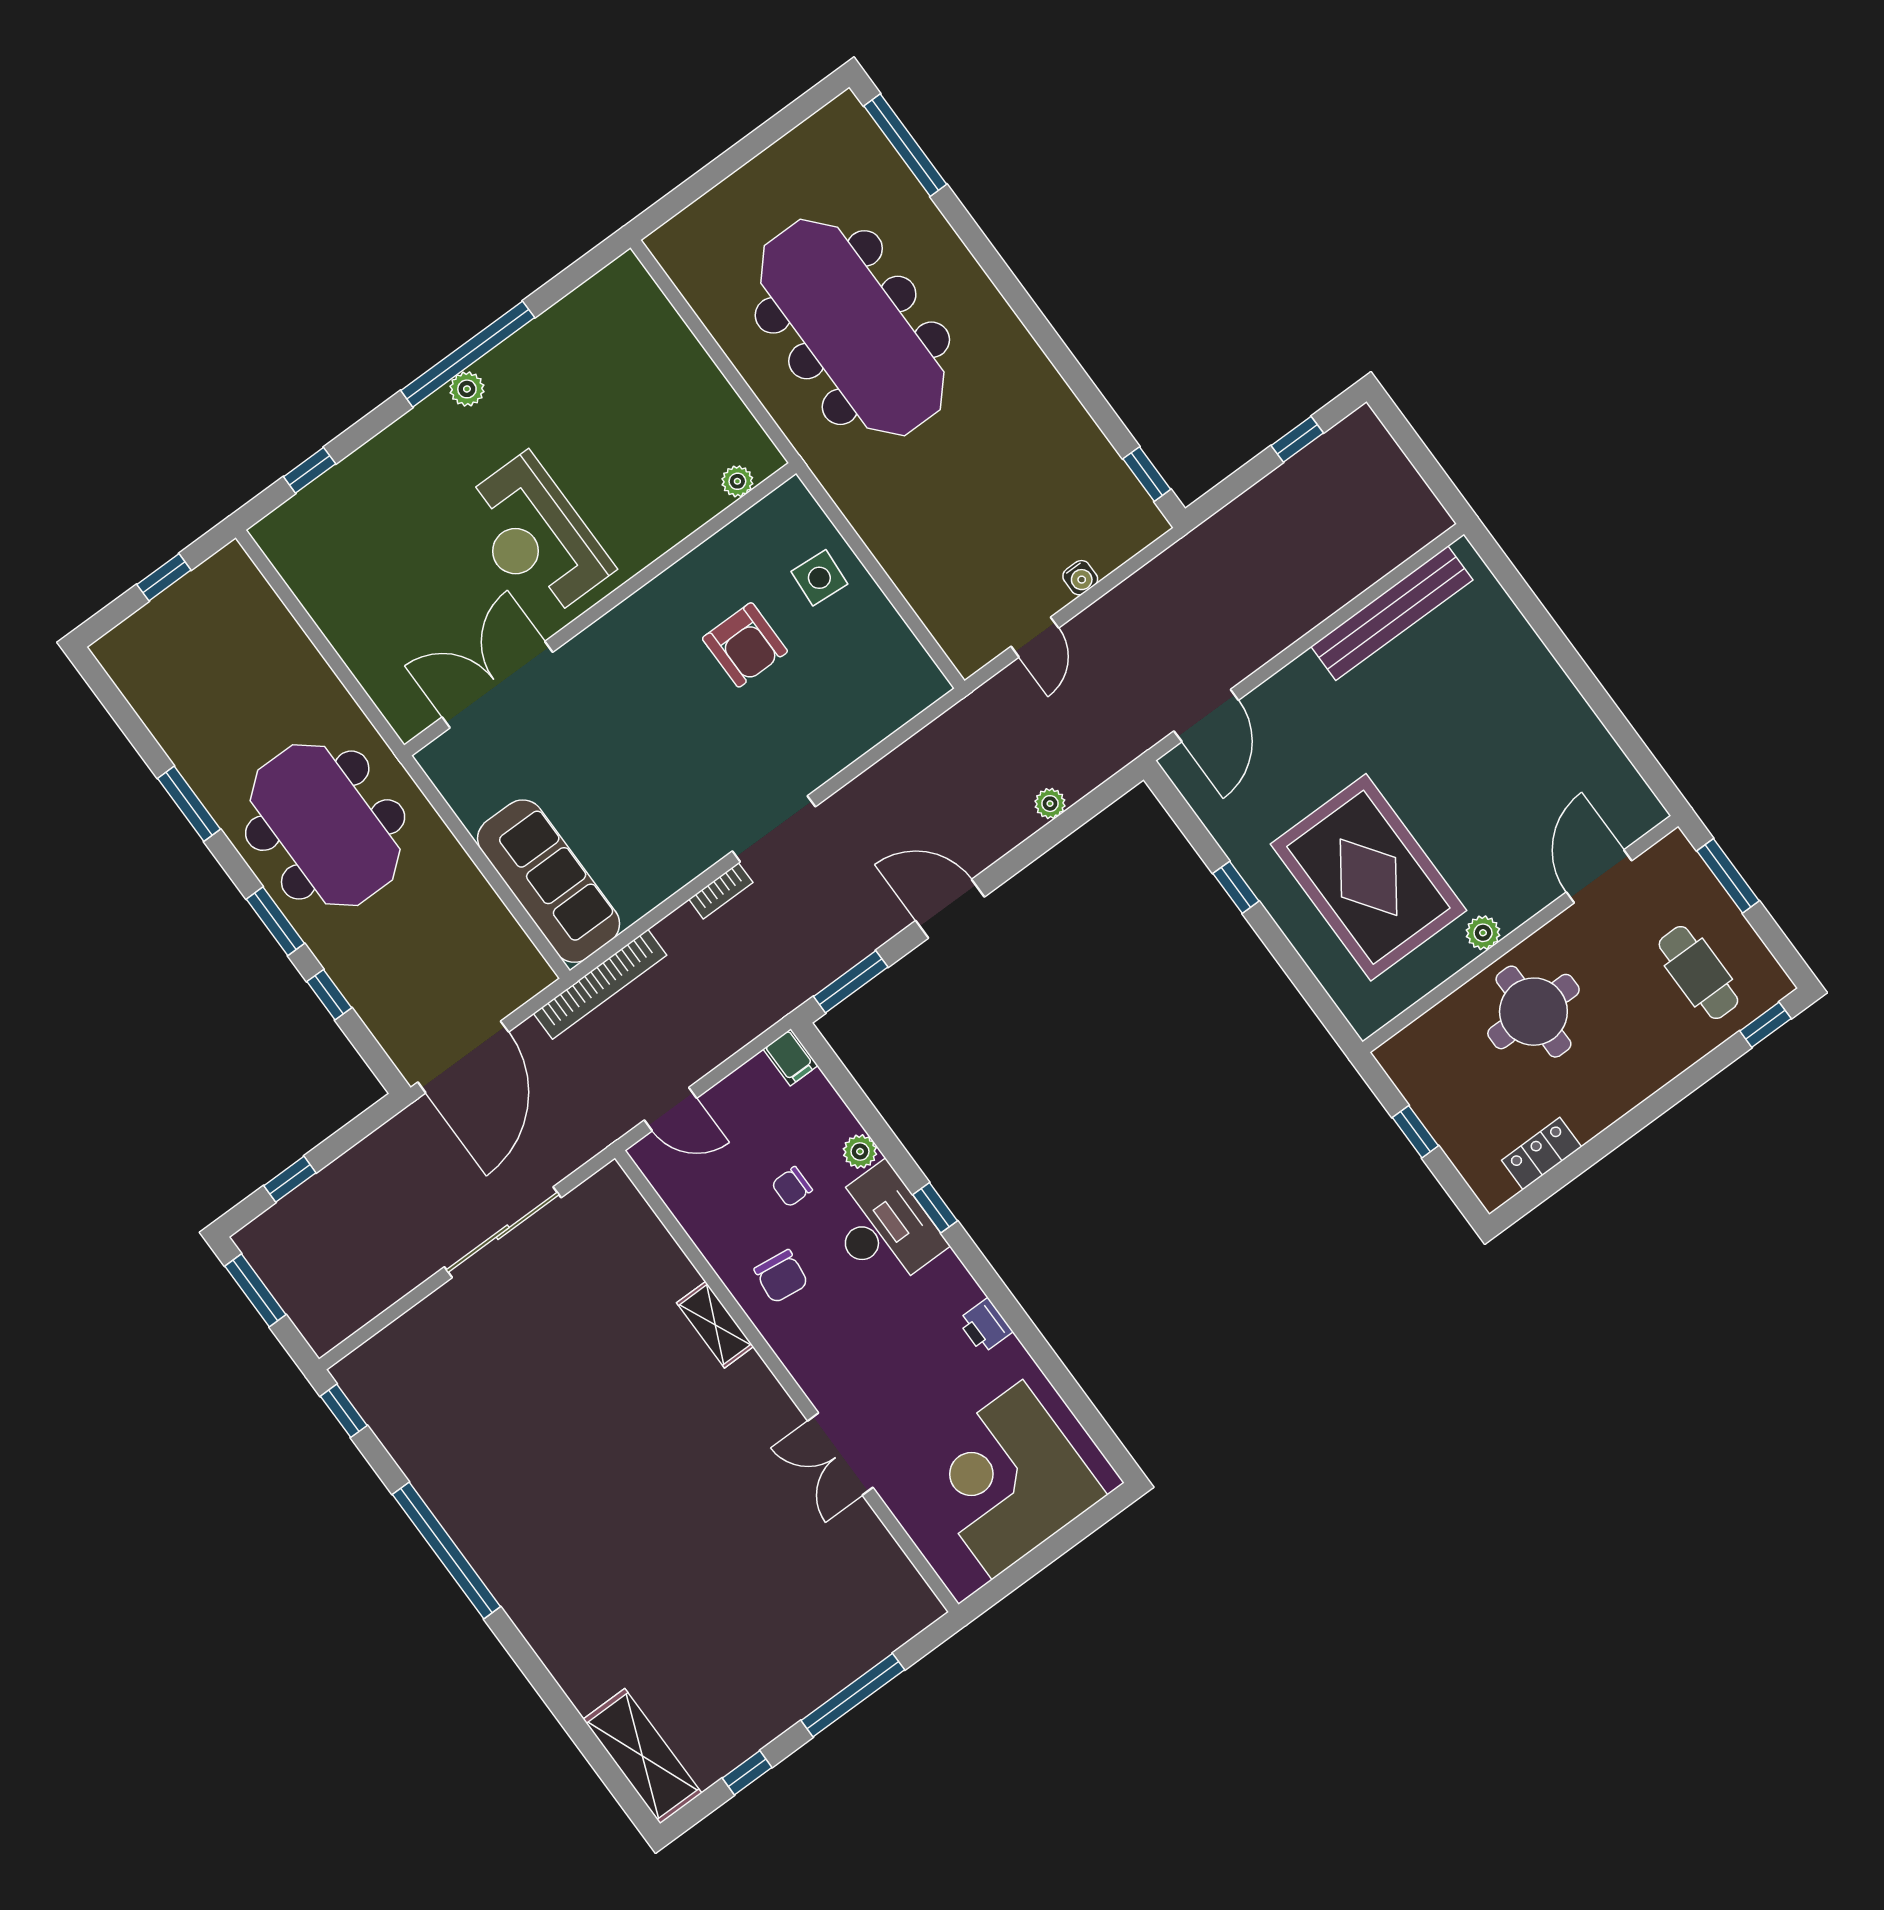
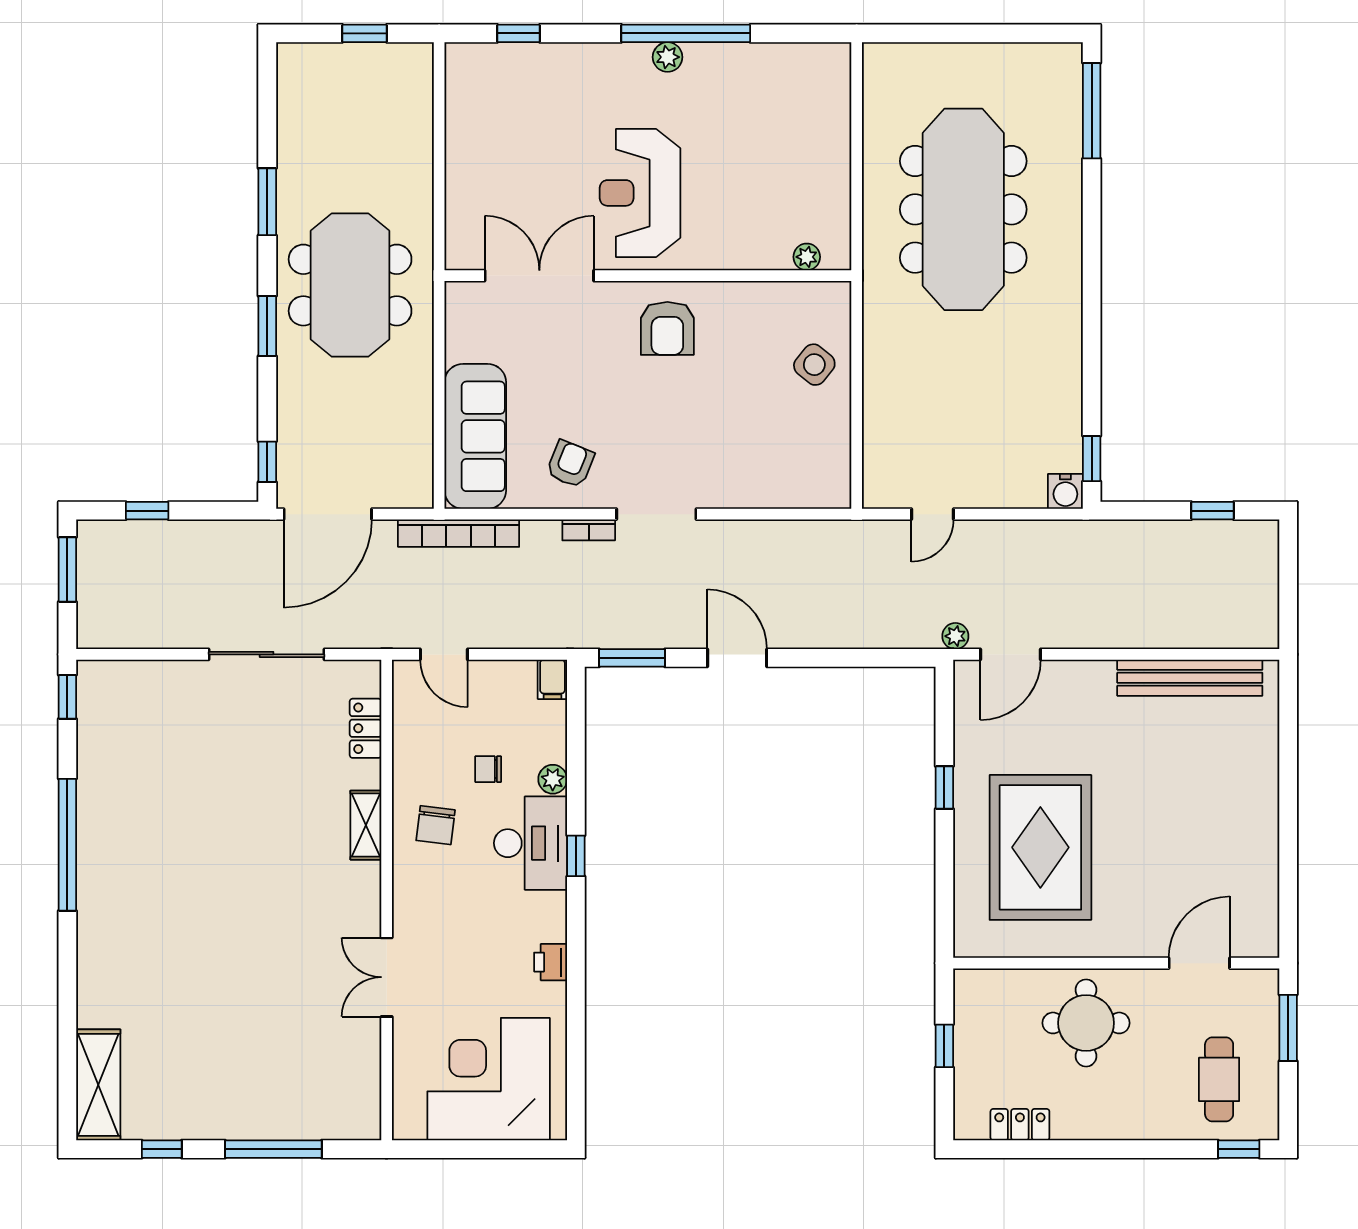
side table: (819, 578) -> (814, 365), turned 35
water cooler: (1080, 578) -> (1065, 491), moved, width x1.38, depth x1.38
armchair: (745, 645) -> (667, 328), moved
plant: (1050, 804) -> (955, 636), moved
armchair: (658, 841) -> (570, 464), added
plant: (1483, 933) -> (1091, 943), removed
window: (329, 995) -> (267, 462), moved
locker: (648, 1233) -> (366, 728), added

